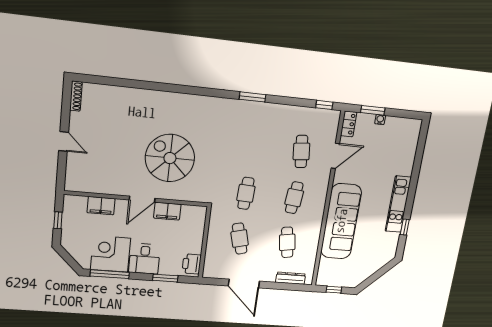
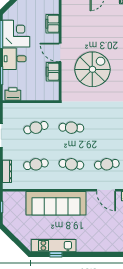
kitchen unit: (398, 204) -> (54, 246), moved

